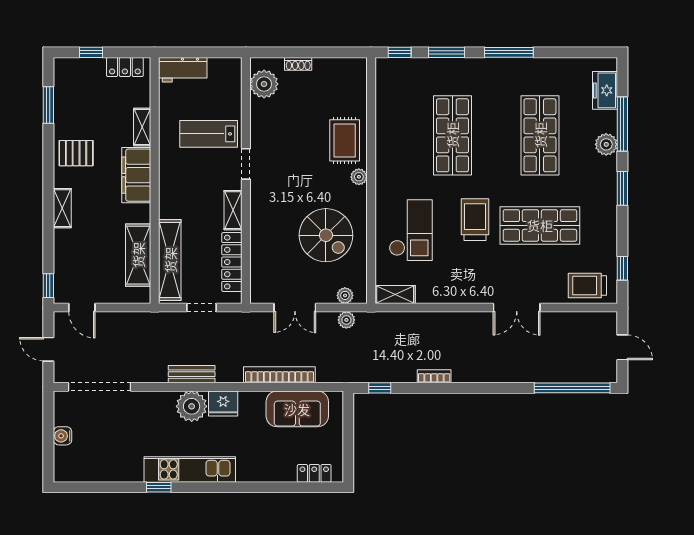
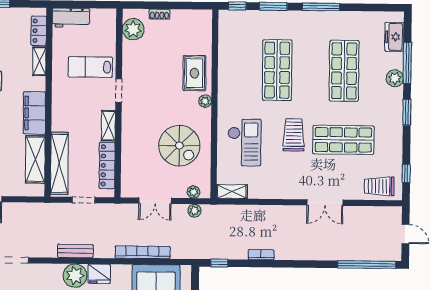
locker: (125, 67) -> (39, 31), moved, turned 90
filing cabinet: (136, 175) -> (34, 113), moved

